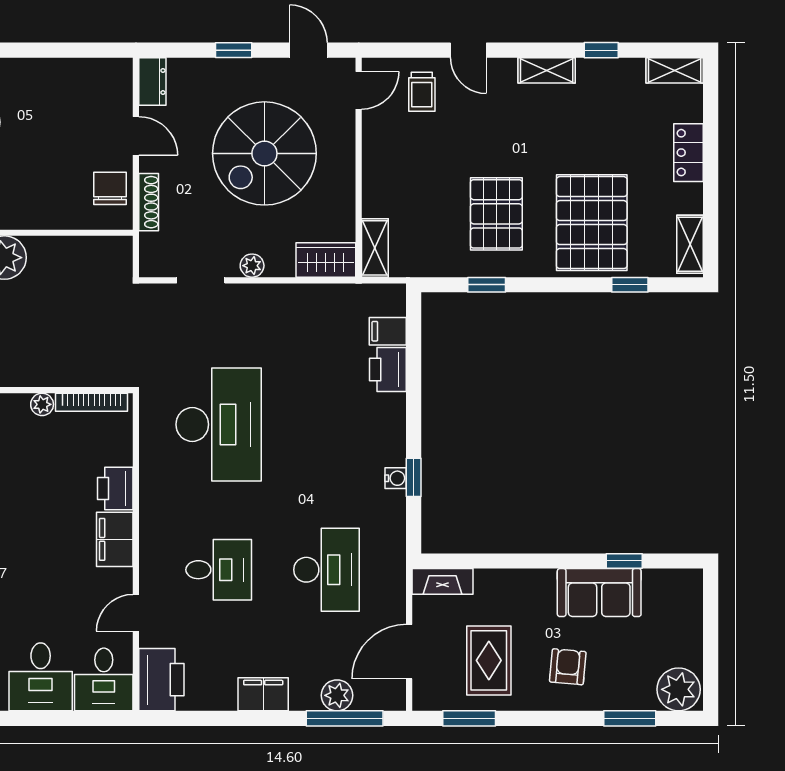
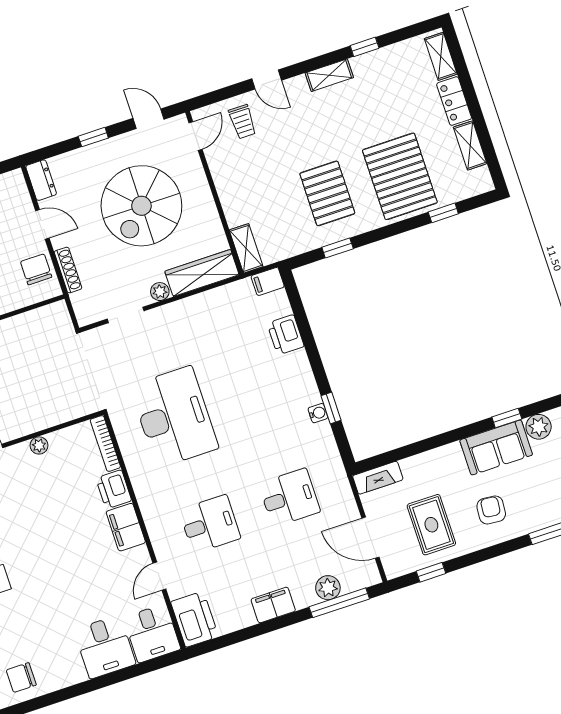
shelving: (675, 70) -> (441, 56), moved, turned 90
shelving: (690, 244) -> (470, 145), moved
wardrobe: (326, 260) -> (202, 273), width x1.50
filing cabinet: (388, 331) -> (268, 281), moved
bookcase: (92, 402) -> (105, 443), moved, turned 90
desk: (327, 570) -> (289, 498), width x0.73
plant: (659, 584) -> (539, 427), added
door: (409, 652) -> (370, 538), hinge flipped
window: (469, 718) -> (431, 572), width x0.67

